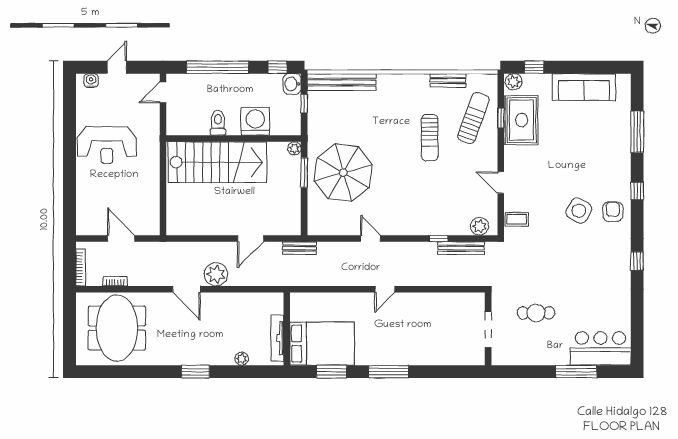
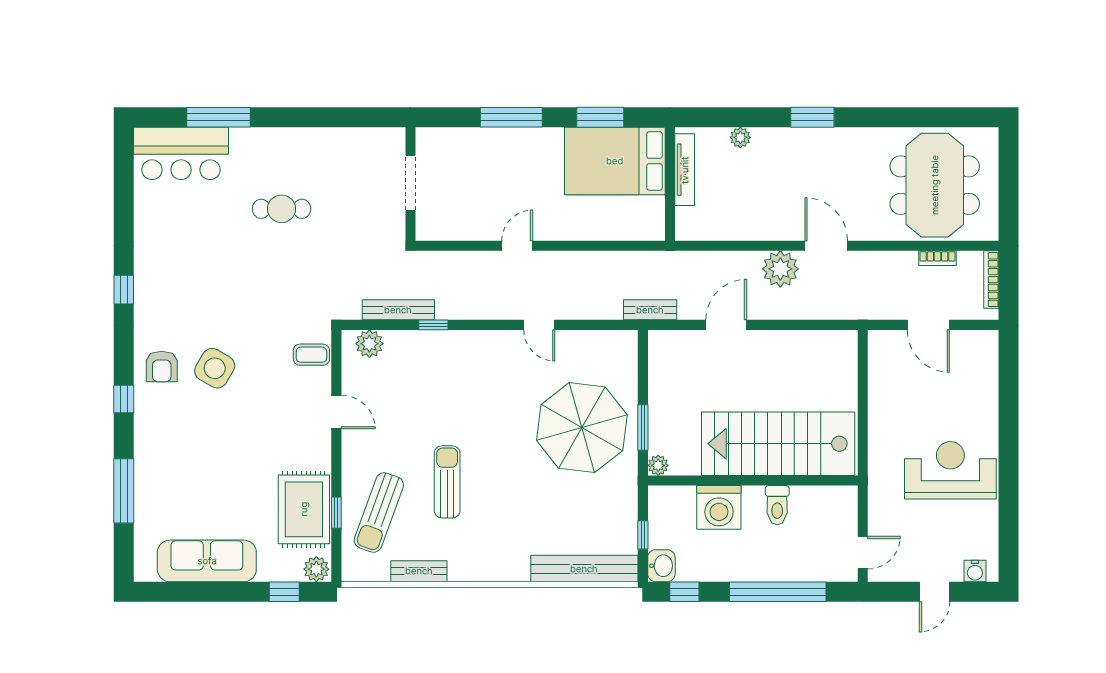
wall: (488, 329) -> (410, 184), moved
doorway: (488, 330) -> (410, 183), moved

